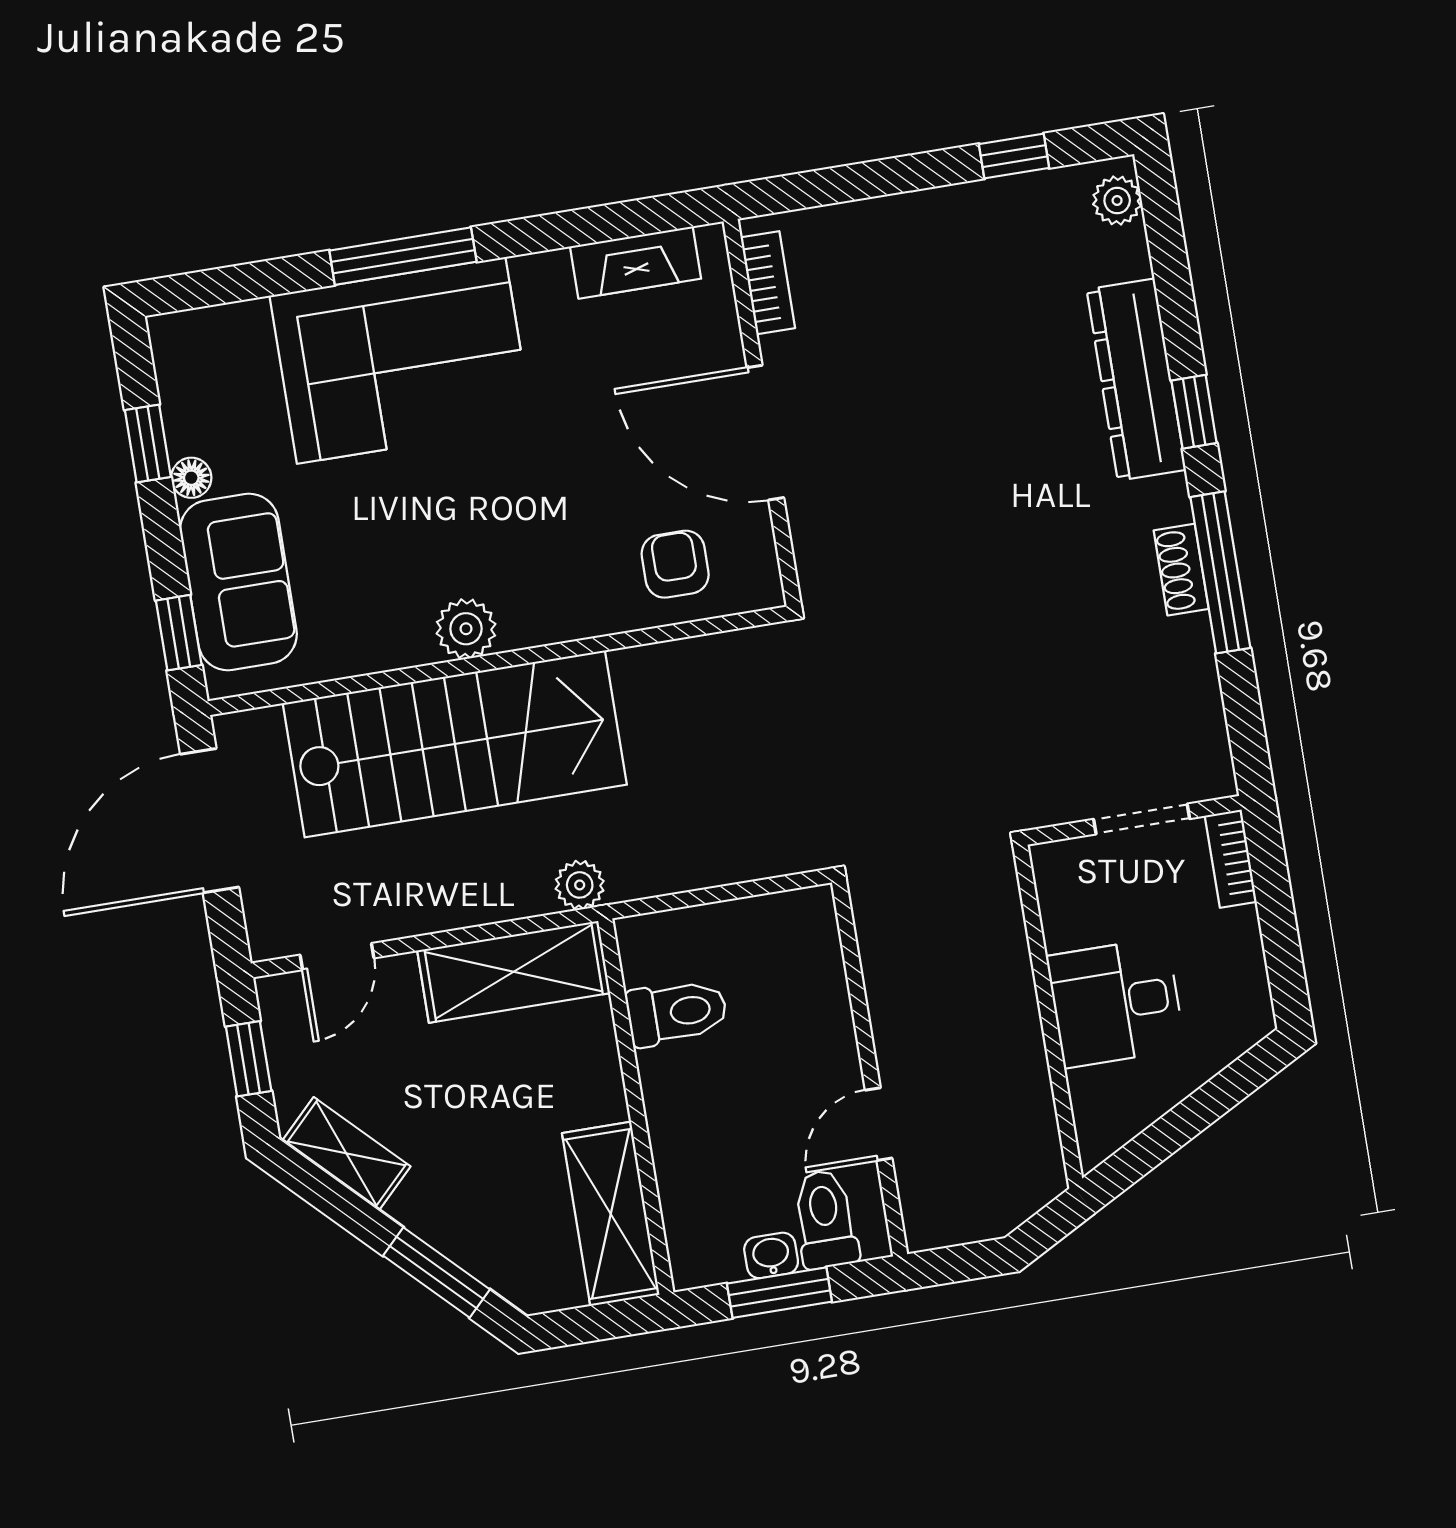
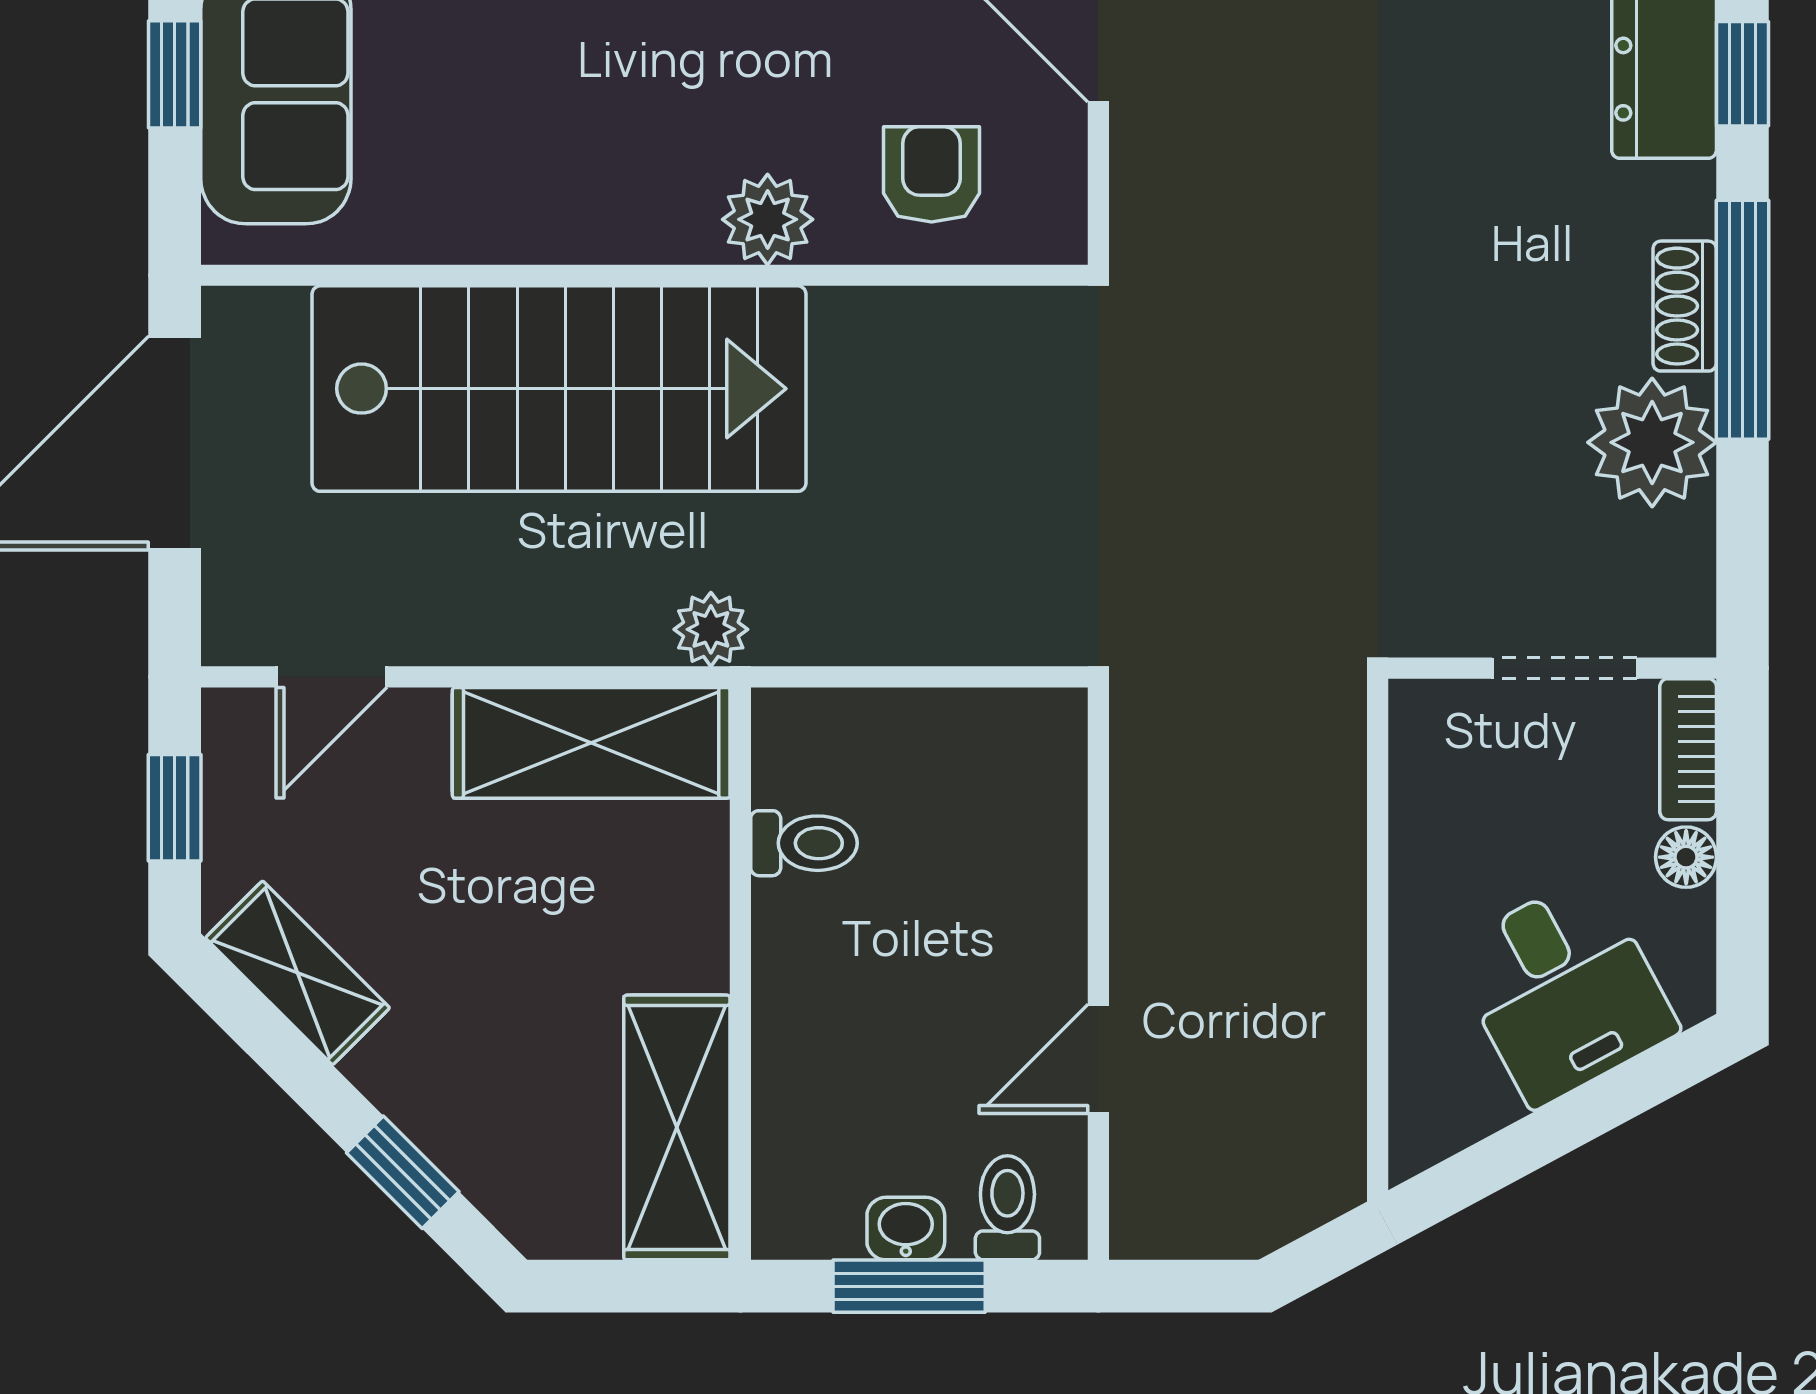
plant: (466, 629) -> (768, 219), moved
window: (179, 633) -> (175, 74), moved
plant: (1174, 662) -> (1652, 442), added
floor lamp: (1241, 929) -> (1686, 857), added
desk: (1116, 1003) -> (1563, 990), moved, turned -118
toilet: (677, 1012) -> (804, 843), width x0.73, depth x0.72
toilet: (825, 1219) -> (1007, 1208), width x0.73, depth x0.72
window: (436, 1273) -> (403, 1172), width x0.67

